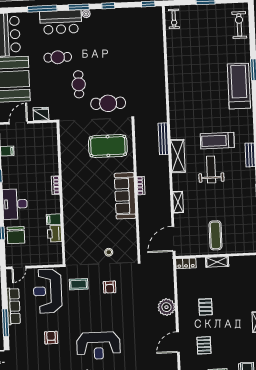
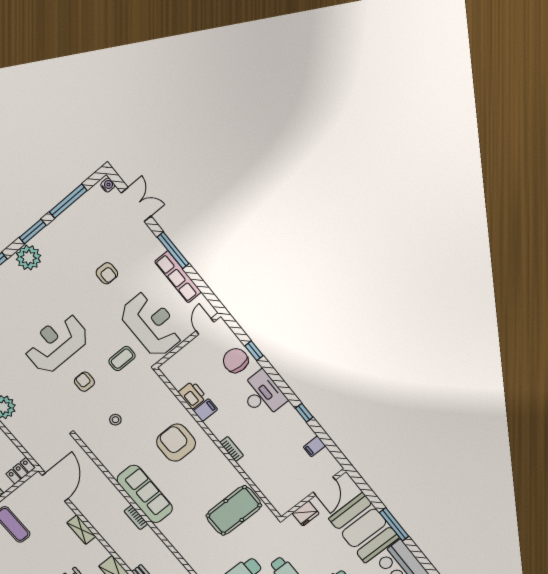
pool table: (108, 146) -> (234, 510), moved
armchair: (84, 213) -> (176, 443), added
reception desk: (98, 346) -> (56, 343), moved

